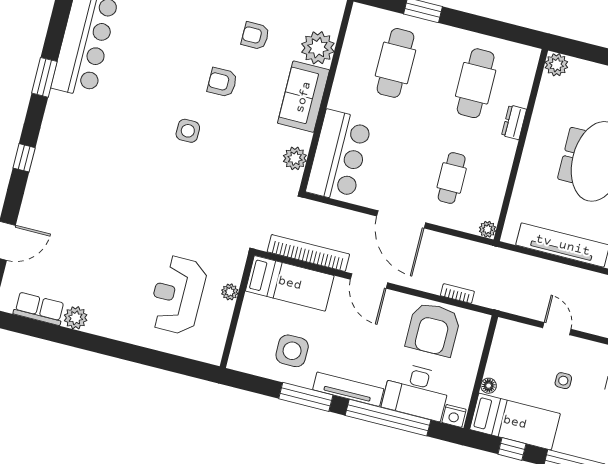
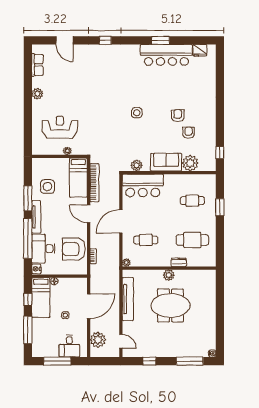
cafe table: (395, 63) -> (192, 201), width x0.73, depth x0.74
plant: (556, 65) -> (169, 275), moved
window: (44, 77) -> (161, 40), moved
armchair: (222, 82) -> (178, 116), moved
door: (369, 281) -> (89, 214), hinge flipped
plant: (76, 318) -> (37, 94), moved
door: (557, 329) -> (89, 306), width x1.87

